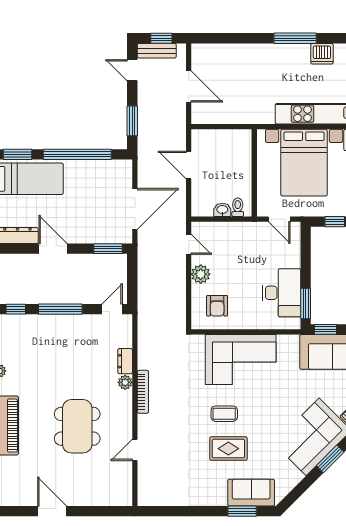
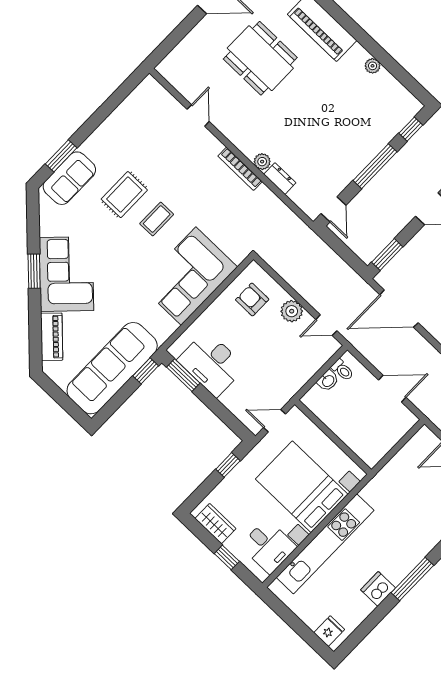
toilet: (238, 207) -> (342, 370), moved
door: (135, 209) -> (399, 309), hinge flipped
dining table: (77, 426) -> (260, 58), moved

